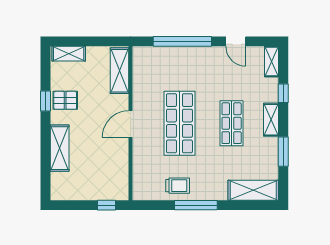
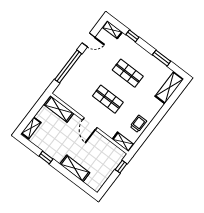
pallet: (65, 100) -> (53, 147), removed
shelving: (271, 120) -> (123, 142), moved
shop shelf: (179, 123) -> (108, 99), width x0.70, depth x0.74
window: (196, 205) -> (155, 122), removed

